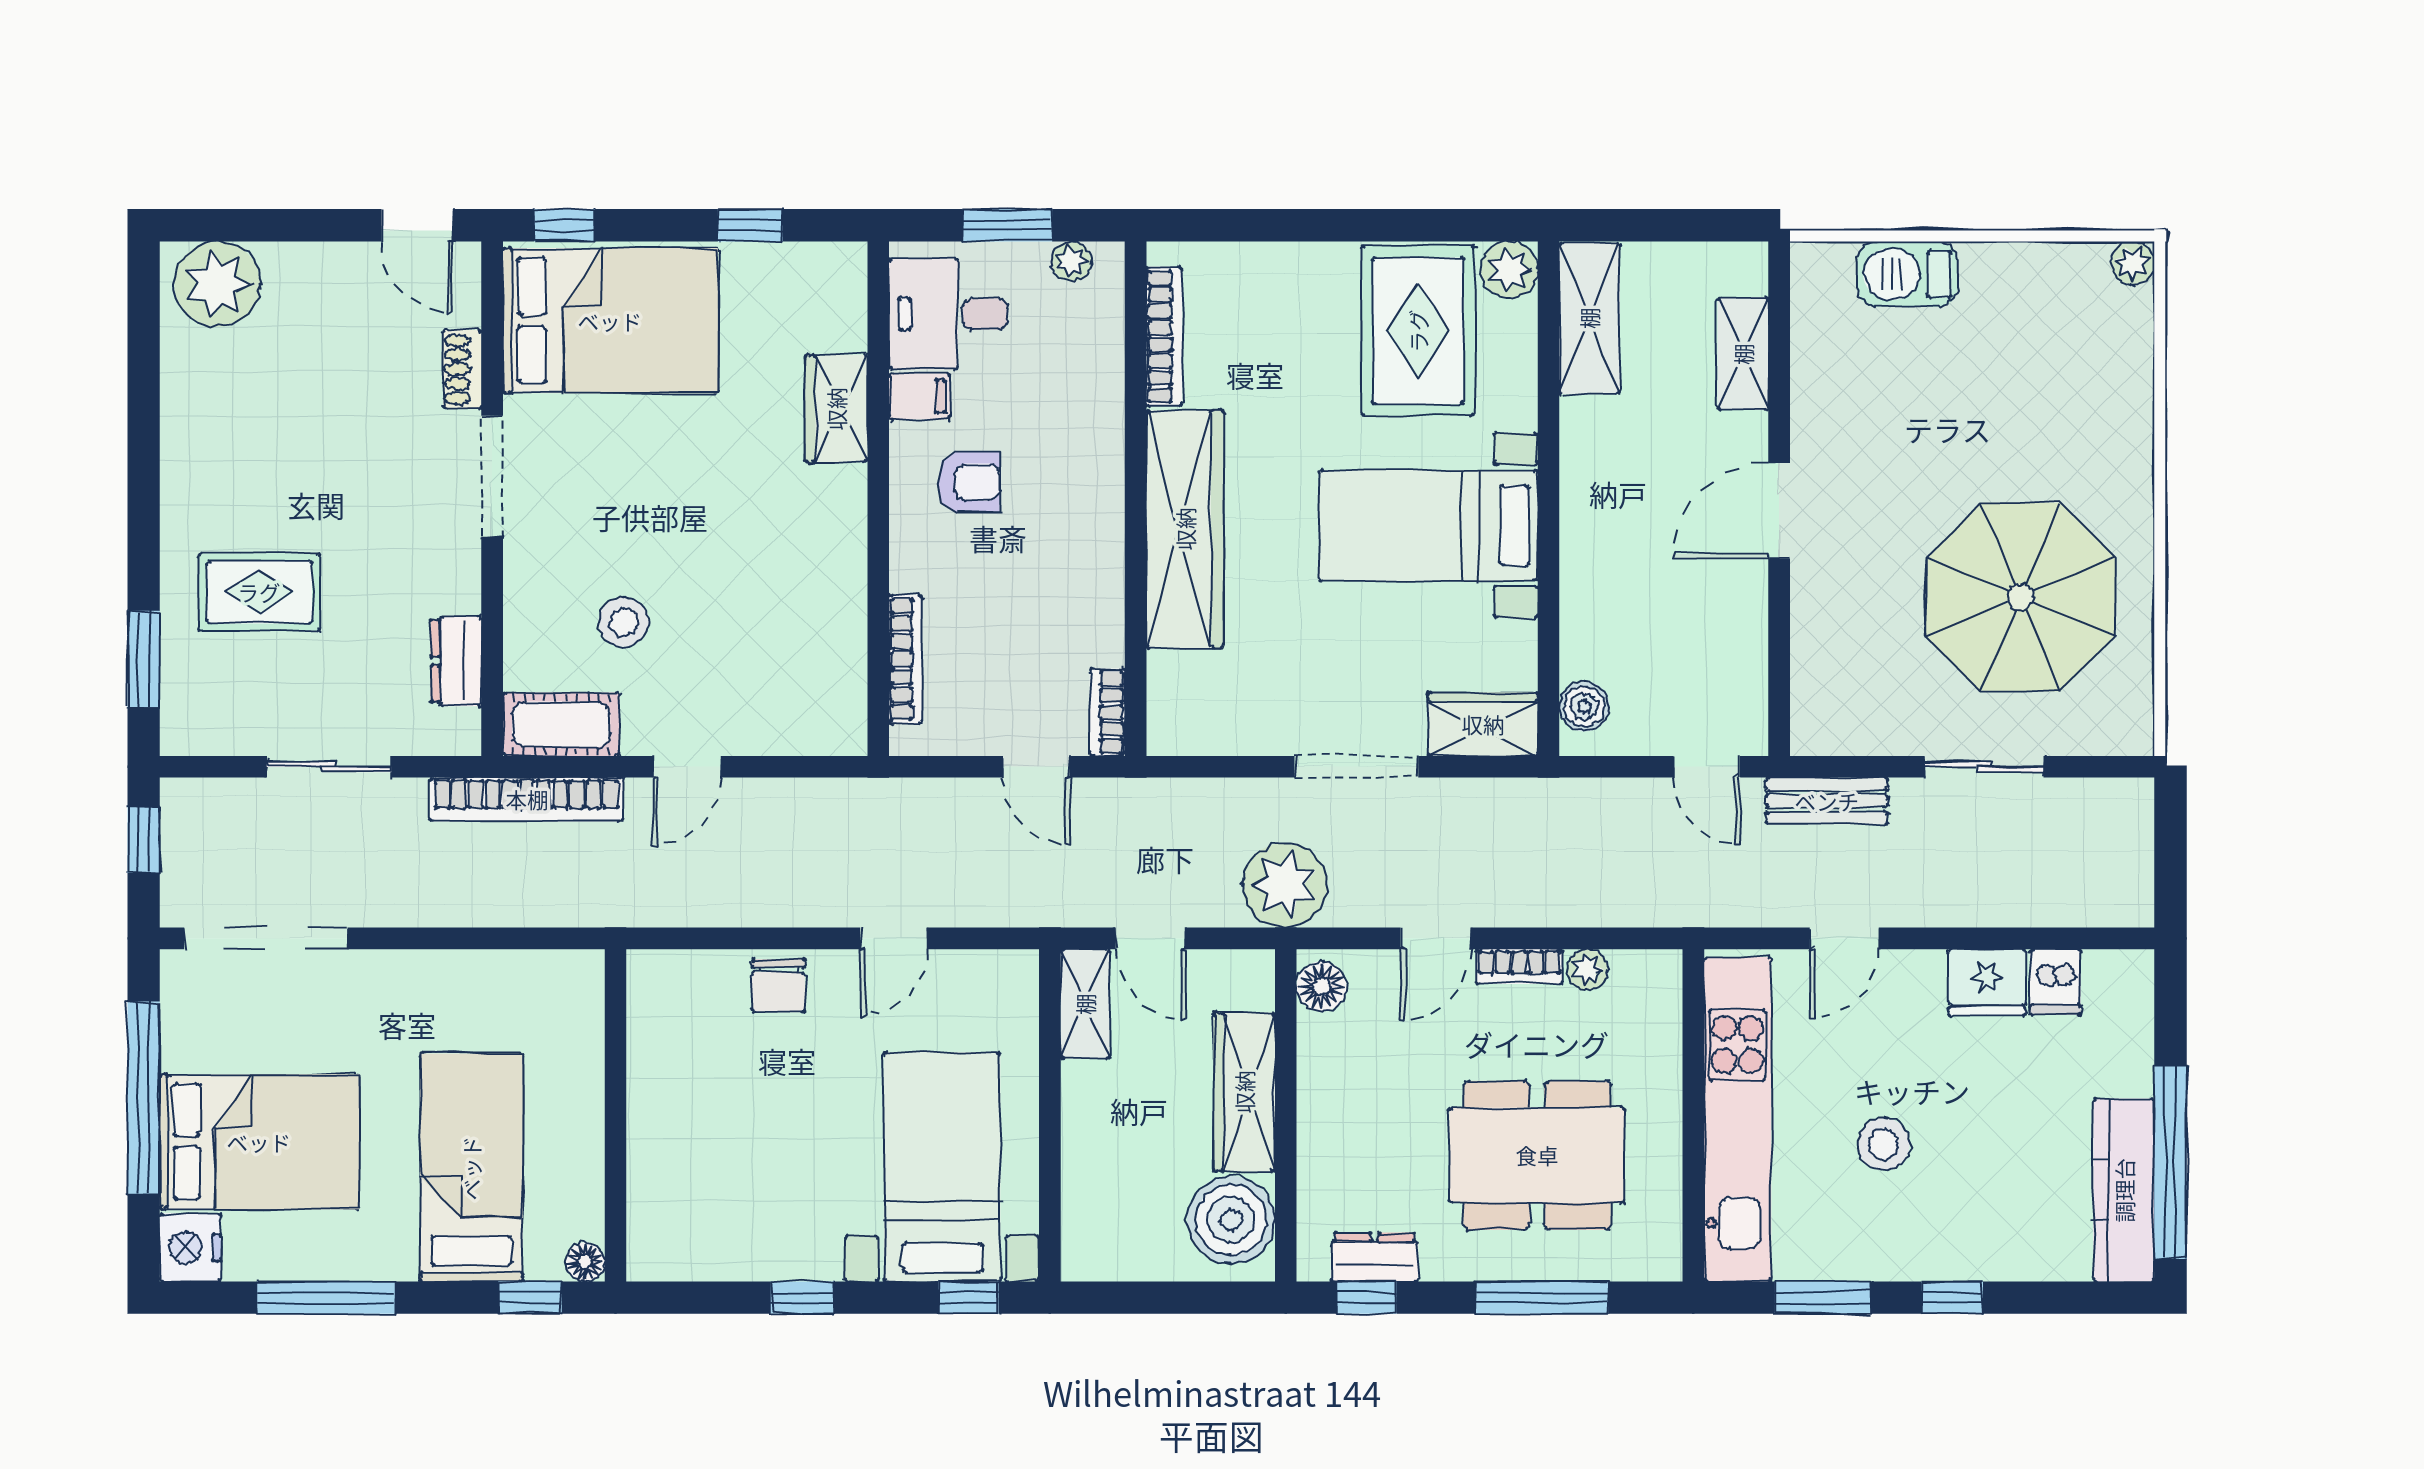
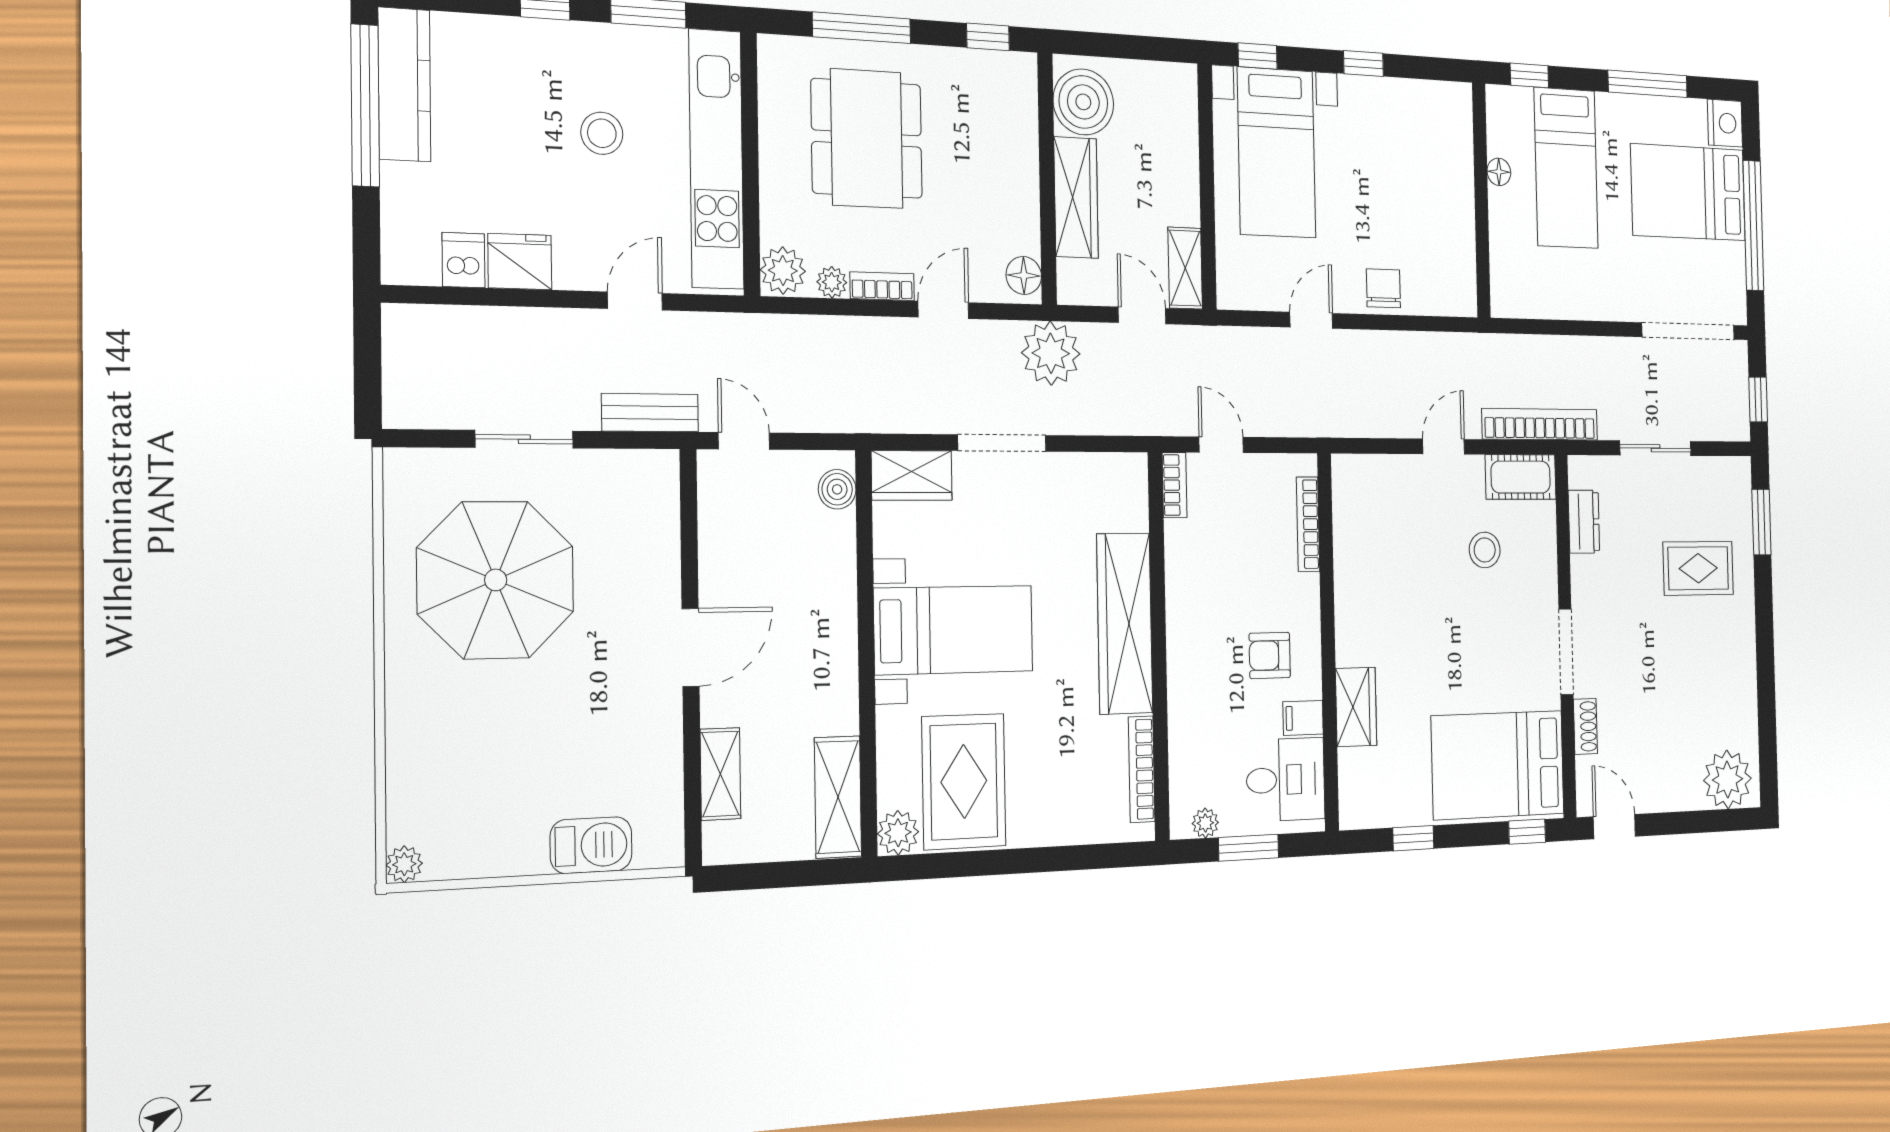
plant: (1652, 982) -> (783, 271), added
dining table: (1537, 1155) -> (867, 139), turned 90
dresser: (1375, 1257) -> (983, 67), removed
floor lamp: (585, 1262) -> (1499, 172), moved

